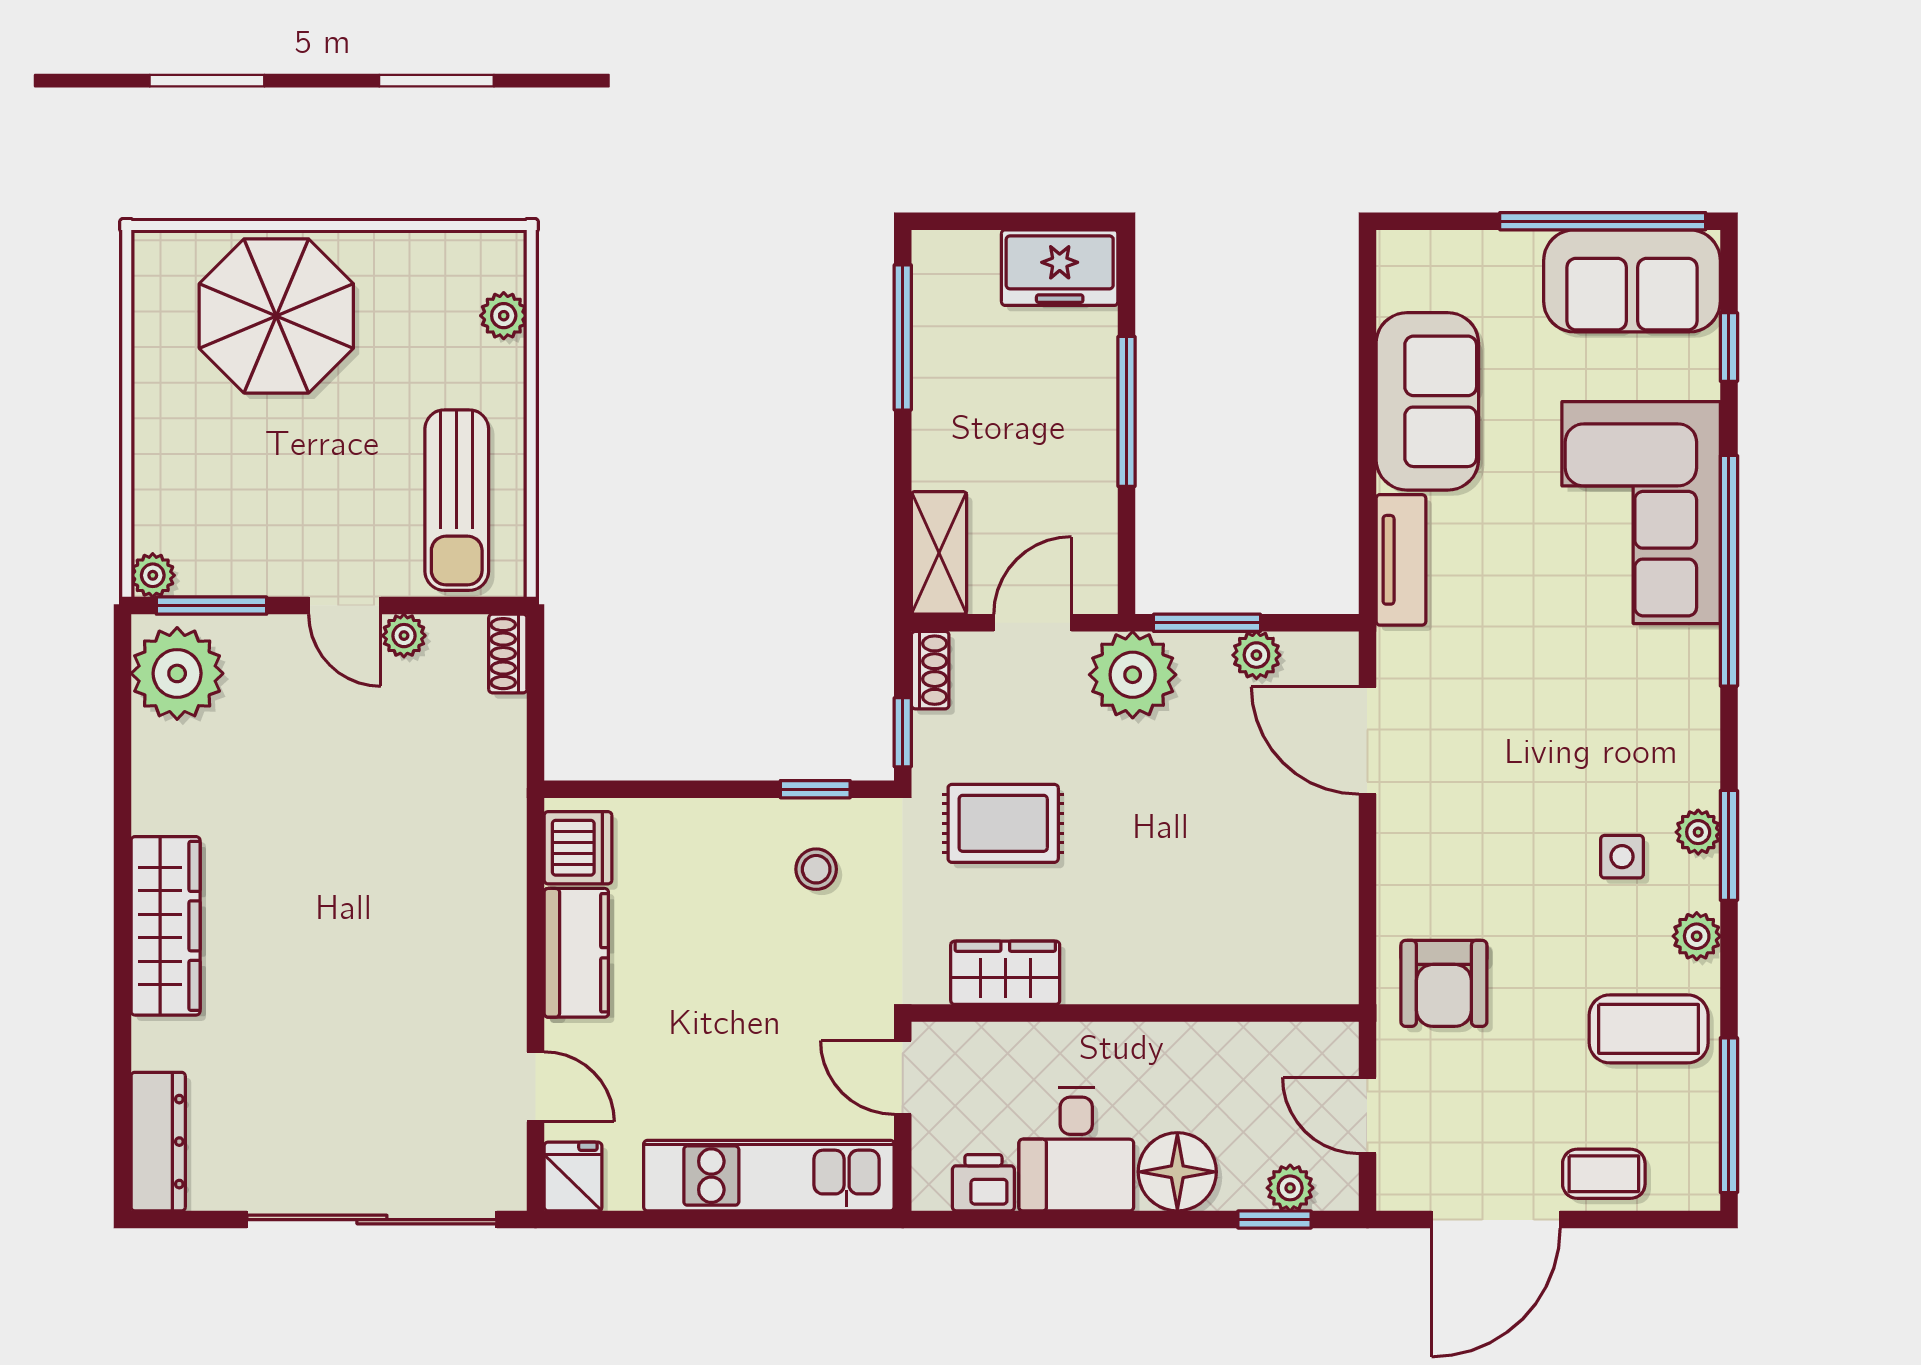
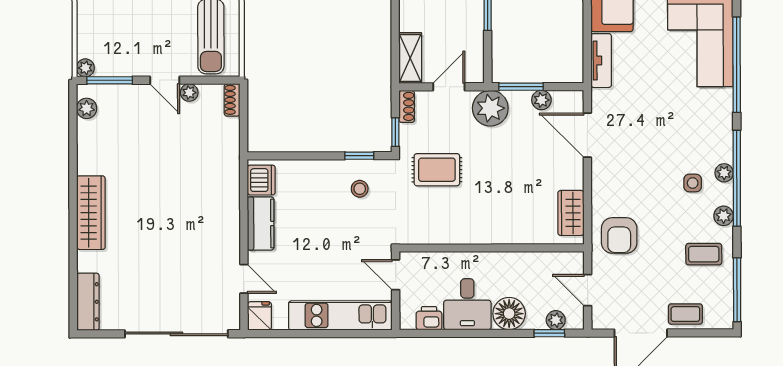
plant: (177, 673) -> (87, 108), width x0.53, depth x0.53
window: (1729, 845) -> (737, 178), width x2.11
wardrobe: (1005, 973) -> (571, 213), moved, turned -90
coffee table: (1649, 1029) -> (704, 254), width x0.73, depth x0.77

